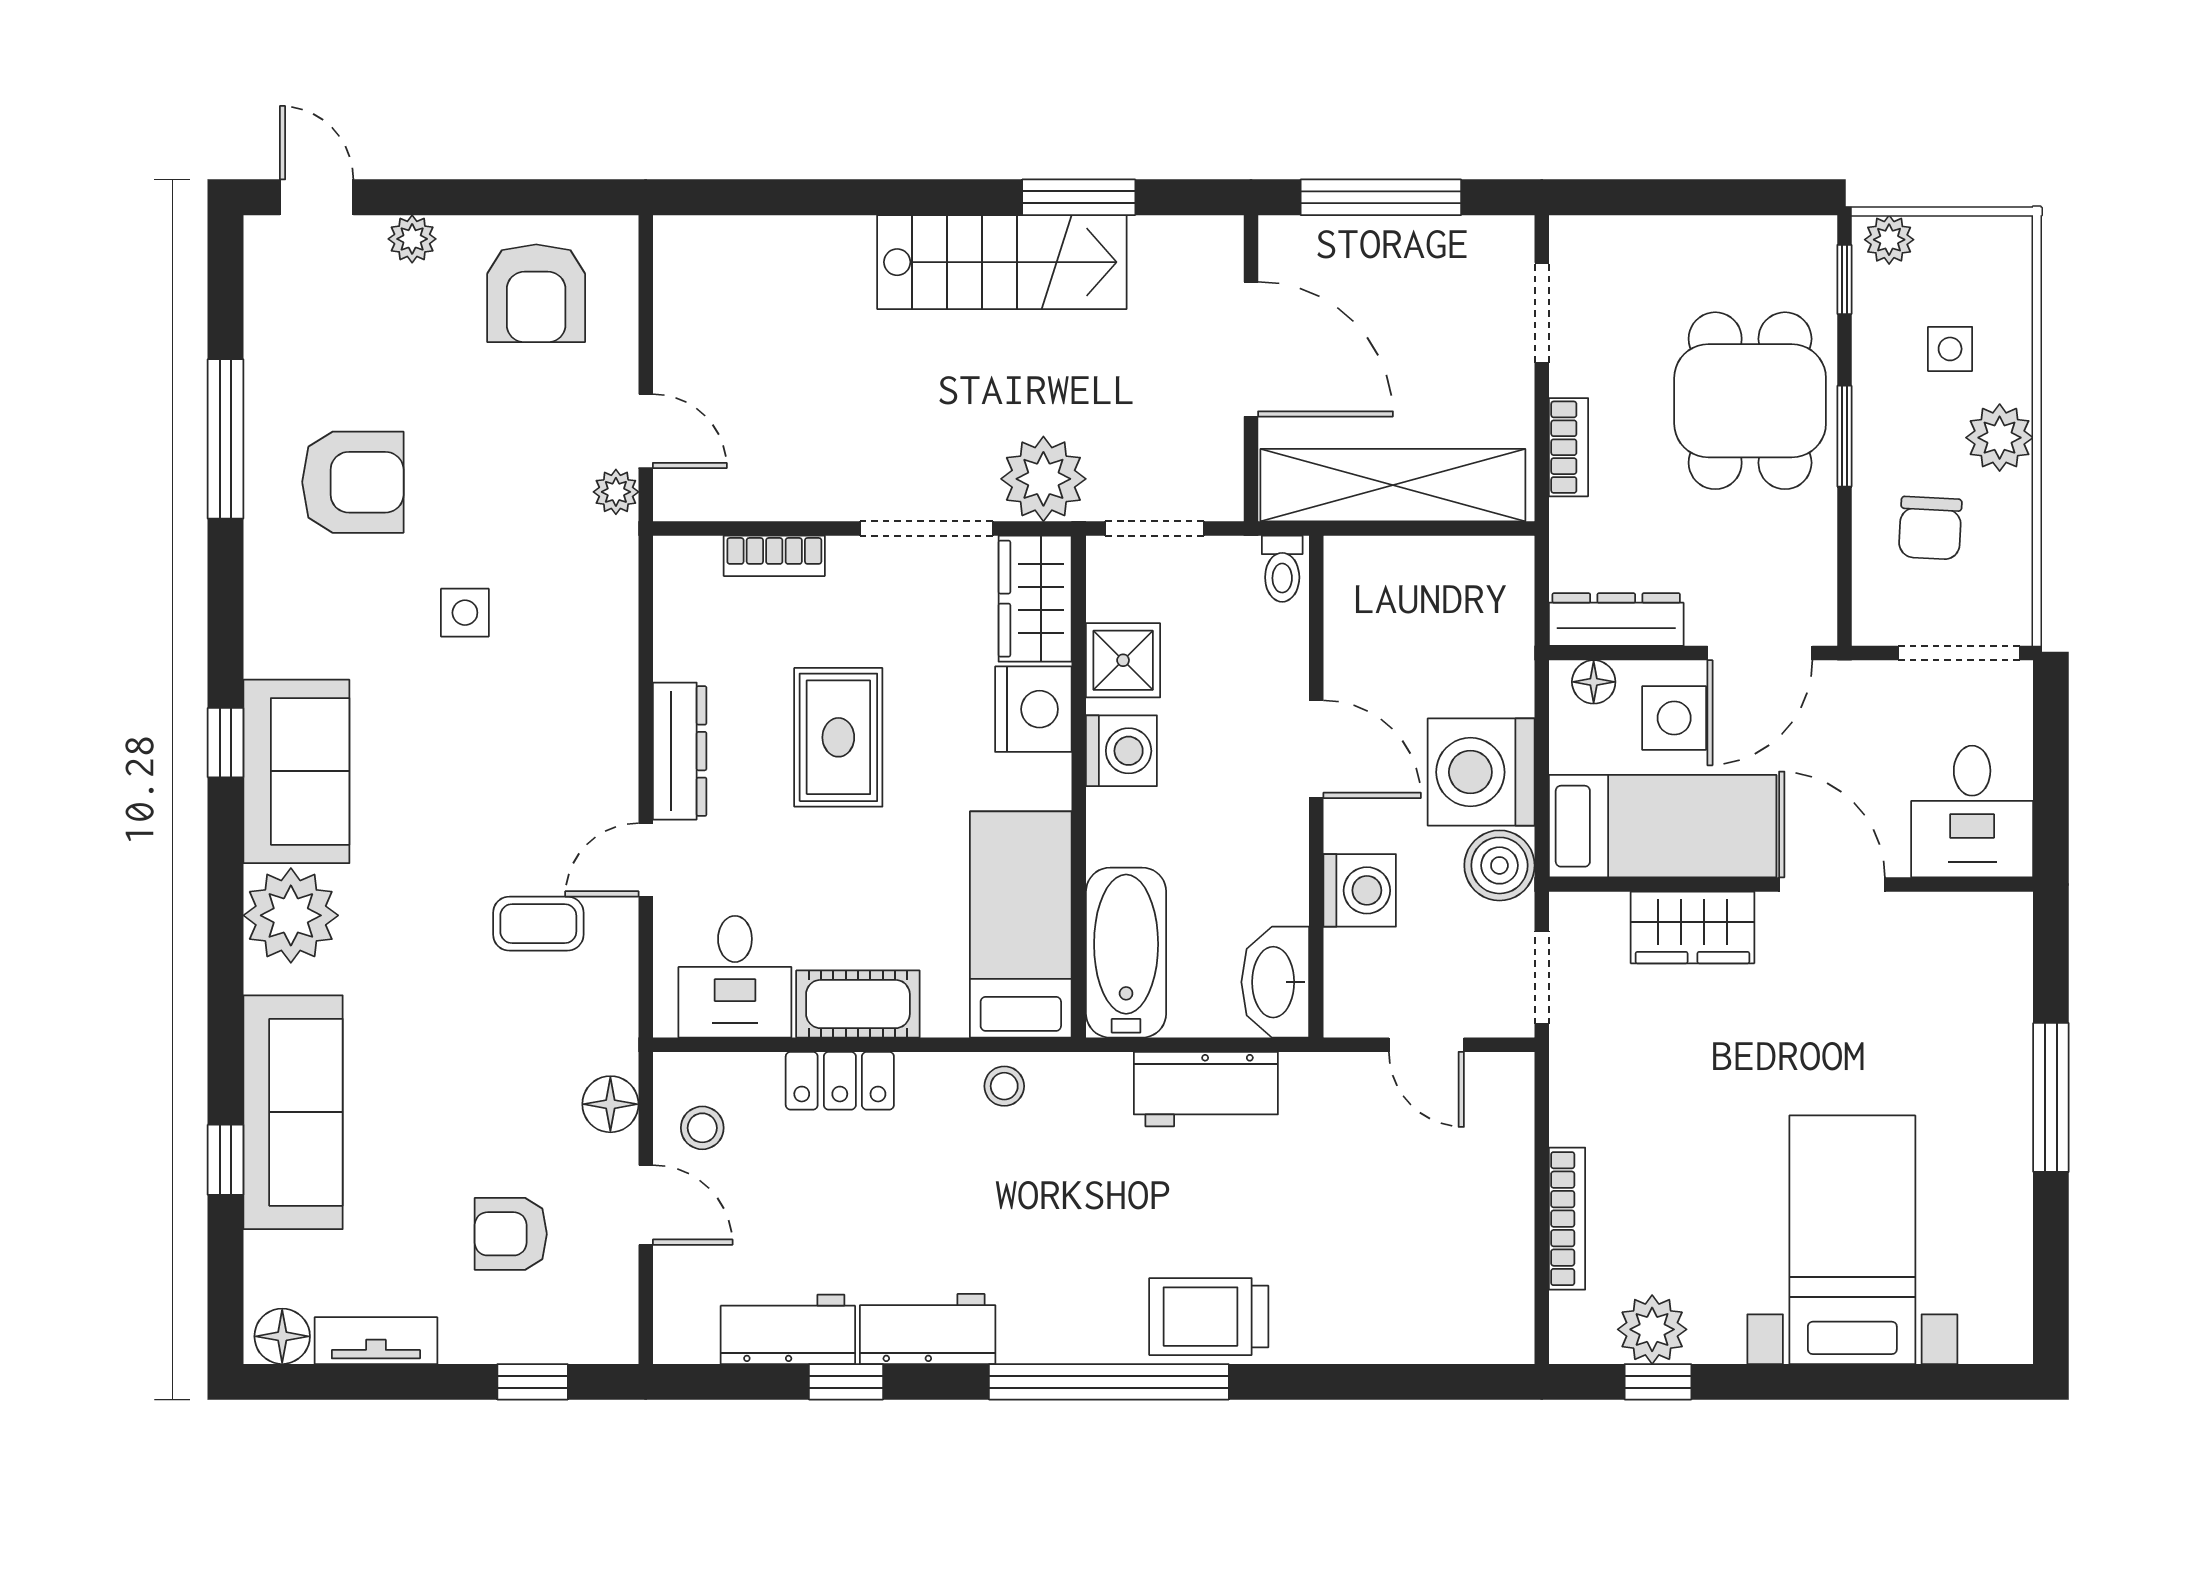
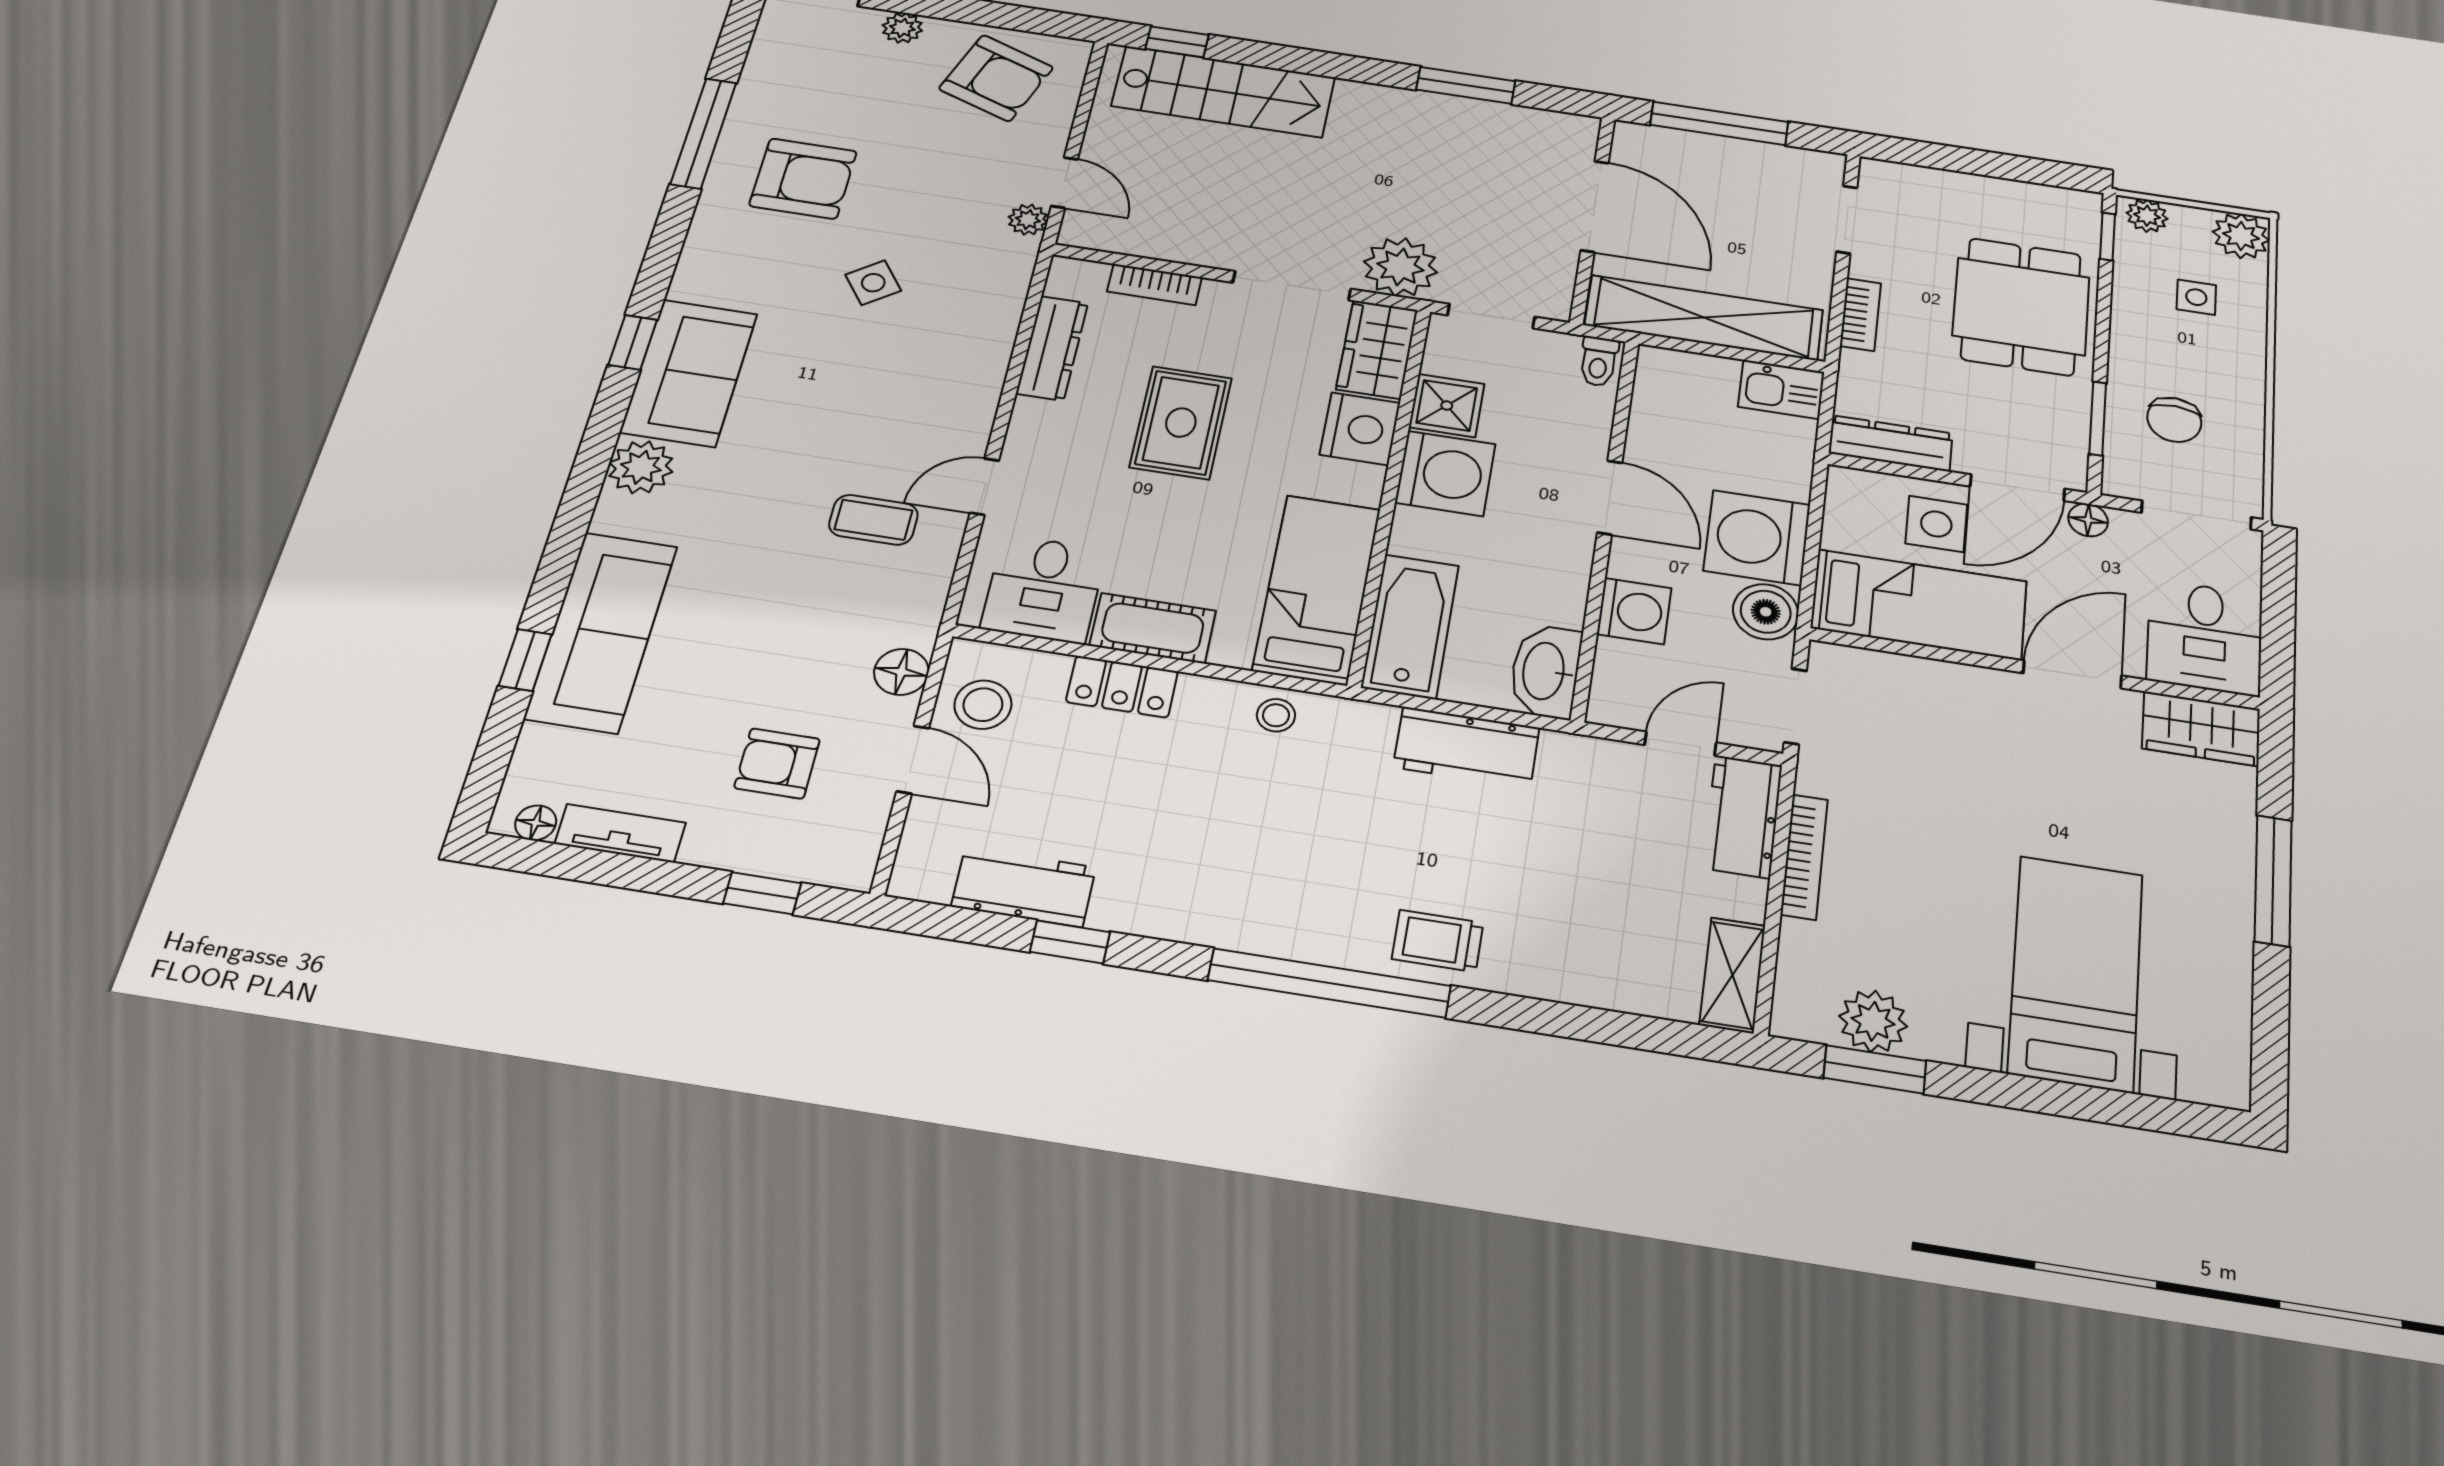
window: (733, 197) -> (1177, 42), added
stairs: (1002, 262) -> (1223, 92), moved
armchair: (536, 293) -> (996, 78), turned -70
window: (1844, 436) -> (2098, 418), moved
plant: (2000, 438) -> (2241, 236), moved
kitchen sink: (1489, 569) -> (1781, 389), added
side table: (465, 613) -> (873, 283), turned -36
floor lamp: (1594, 682) -> (2088, 520), moved
dresser: (680, 751) -> (1052, 348), moved
washing machine: (1121, 751) -> (1445, 473), width x1.37, depth x1.37
door: (1832, 884) -> (2072, 674), hinge flipped
plant: (291, 915) -> (641, 467), width x0.73, depth x0.73
wardrobe: (1692, 927) -> (2201, 729), moved
door: (1426, 1045) -> (1680, 744), swing flipped
stool: (702, 1128) -> (983, 705), width x1.37, depth x1.37
bookcase: (1567, 1219) -> (1804, 857), moved
shelving: (1507, 1303) -> (1732, 975), added
trolley: (1209, 1317) -> (1438, 941), width x0.73, depth x0.72
workbench: (928, 1329) -> (1743, 816), moved, turned -90
floor lamp: (282, 1336) -> (536, 823), width x0.73, depth x0.73
window: (1658, 1382) -> (1875, 1069), width x1.50

